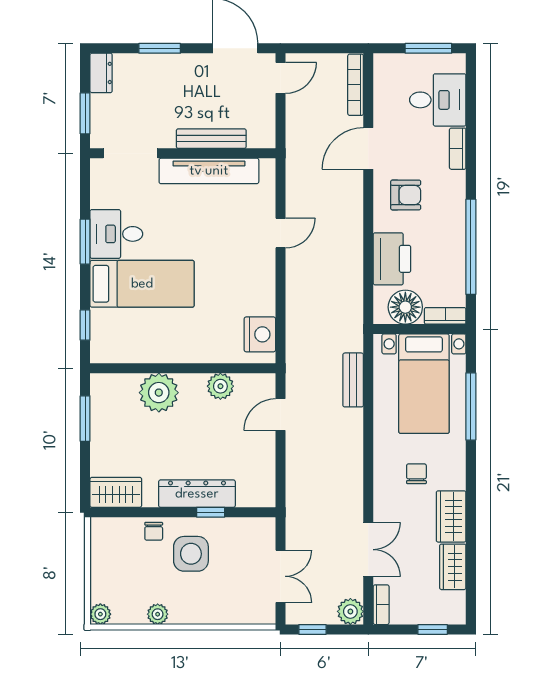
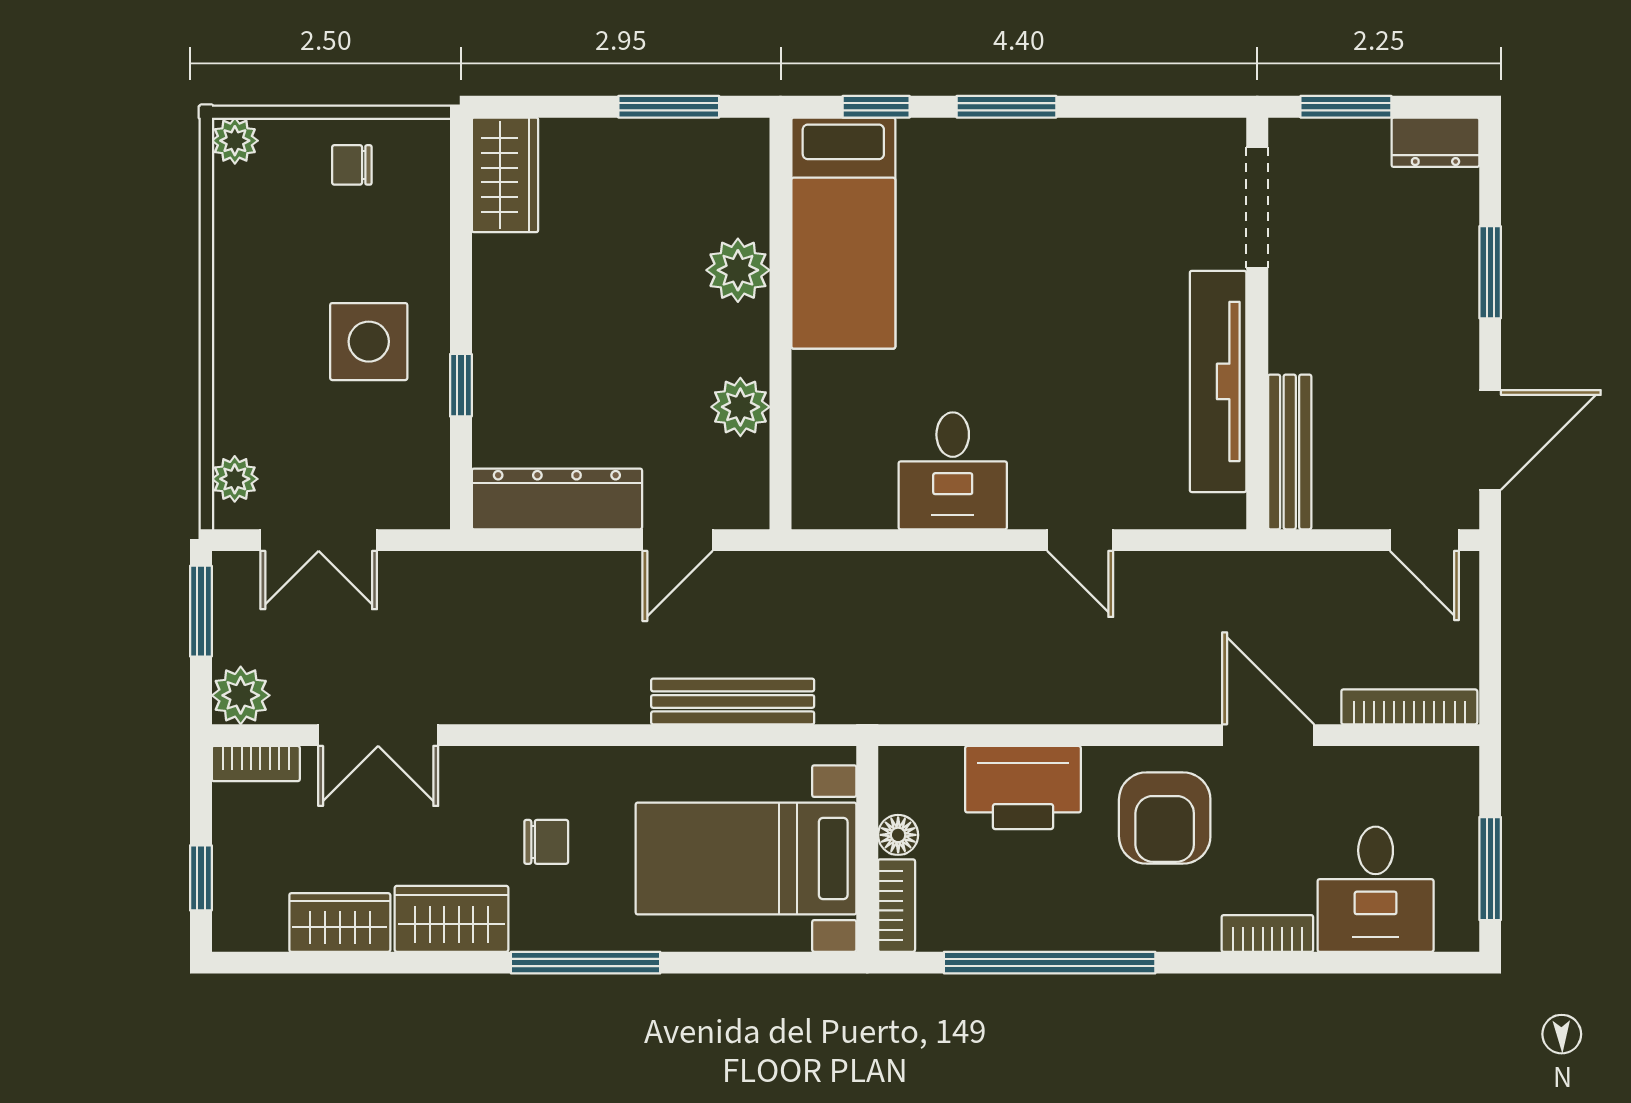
bench: (211, 139) -> (1290, 452), moved
armchair: (406, 195) -> (1165, 818), width x1.38, depth x1.38
desk: (116, 234) -> (953, 471), moved, turned 180
window: (85, 242) -> (1006, 107), moved
bed: (142, 284) -> (843, 233), moved
floor lamp: (405, 307) -> (898, 835), width x0.53, depth x0.53
nightstand: (260, 334) -> (855, 495), removed
bench: (353, 380) -> (733, 701), width x1.36
plant: (159, 393) -> (738, 270), width x0.73, depth x0.73
window: (471, 406) -> (586, 963), moved
door: (280, 415) -> (678, 540), swing flipped
dresser: (197, 494) -> (557, 499), moved, turned -90
chair: (154, 531) -> (352, 165), moved
plant: (158, 614) -> (235, 479), moved
window: (312, 629) -> (201, 611), width x1.50

